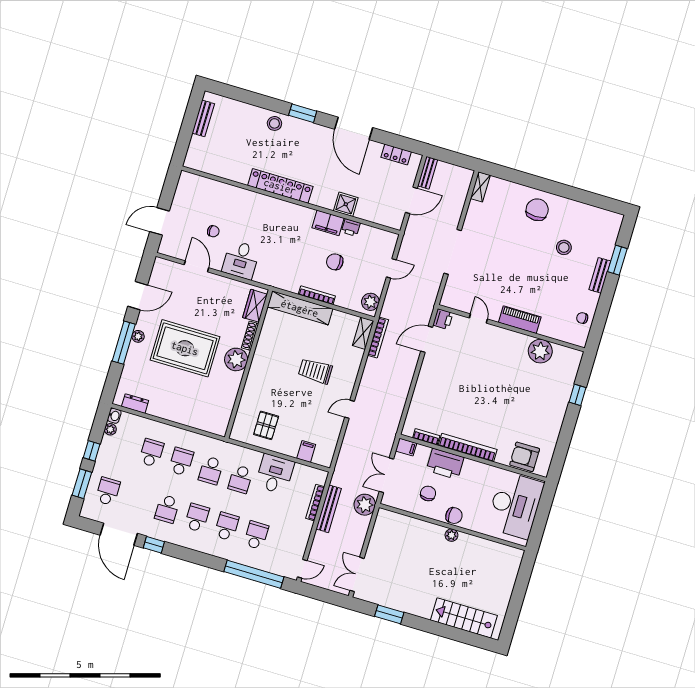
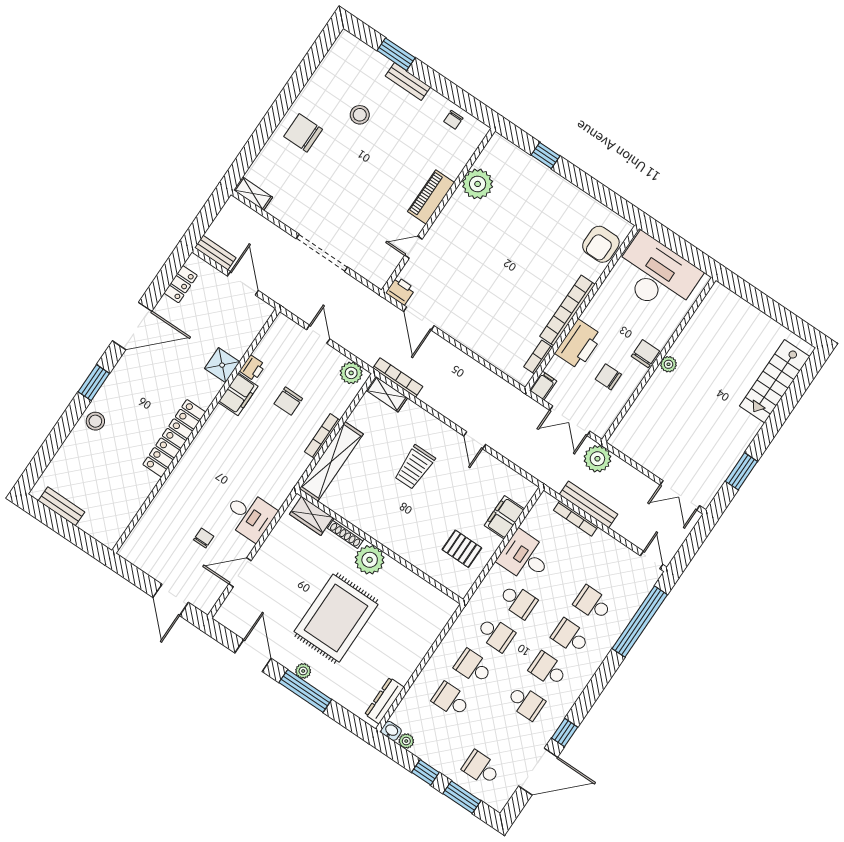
dresser: (135, 404) -> (384, 701), width x1.44
filing cabinet: (306, 451) -> (504, 517), width x2.00

